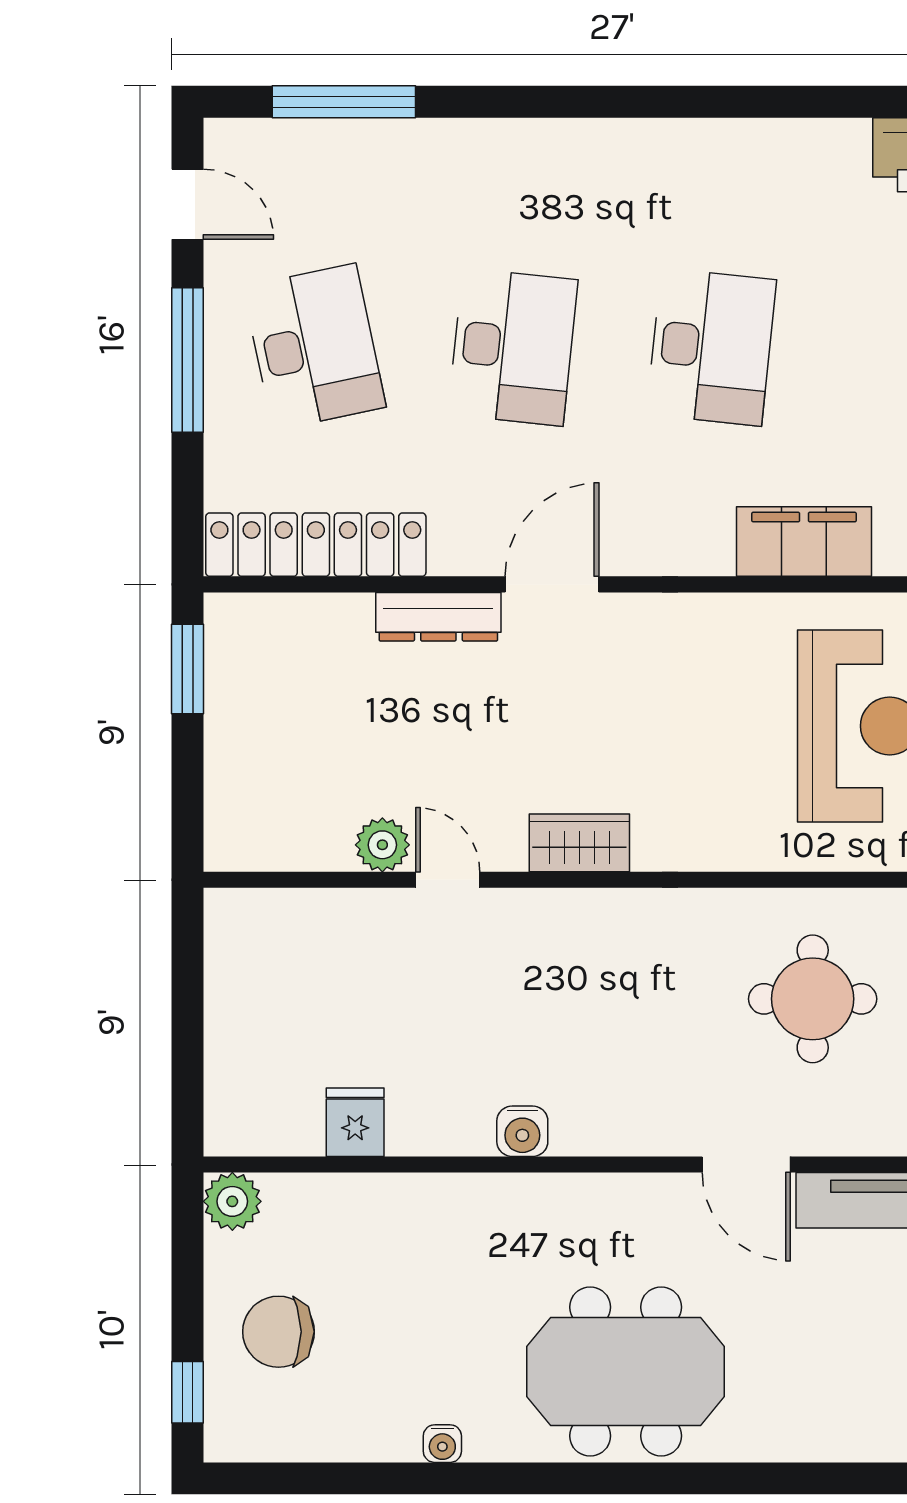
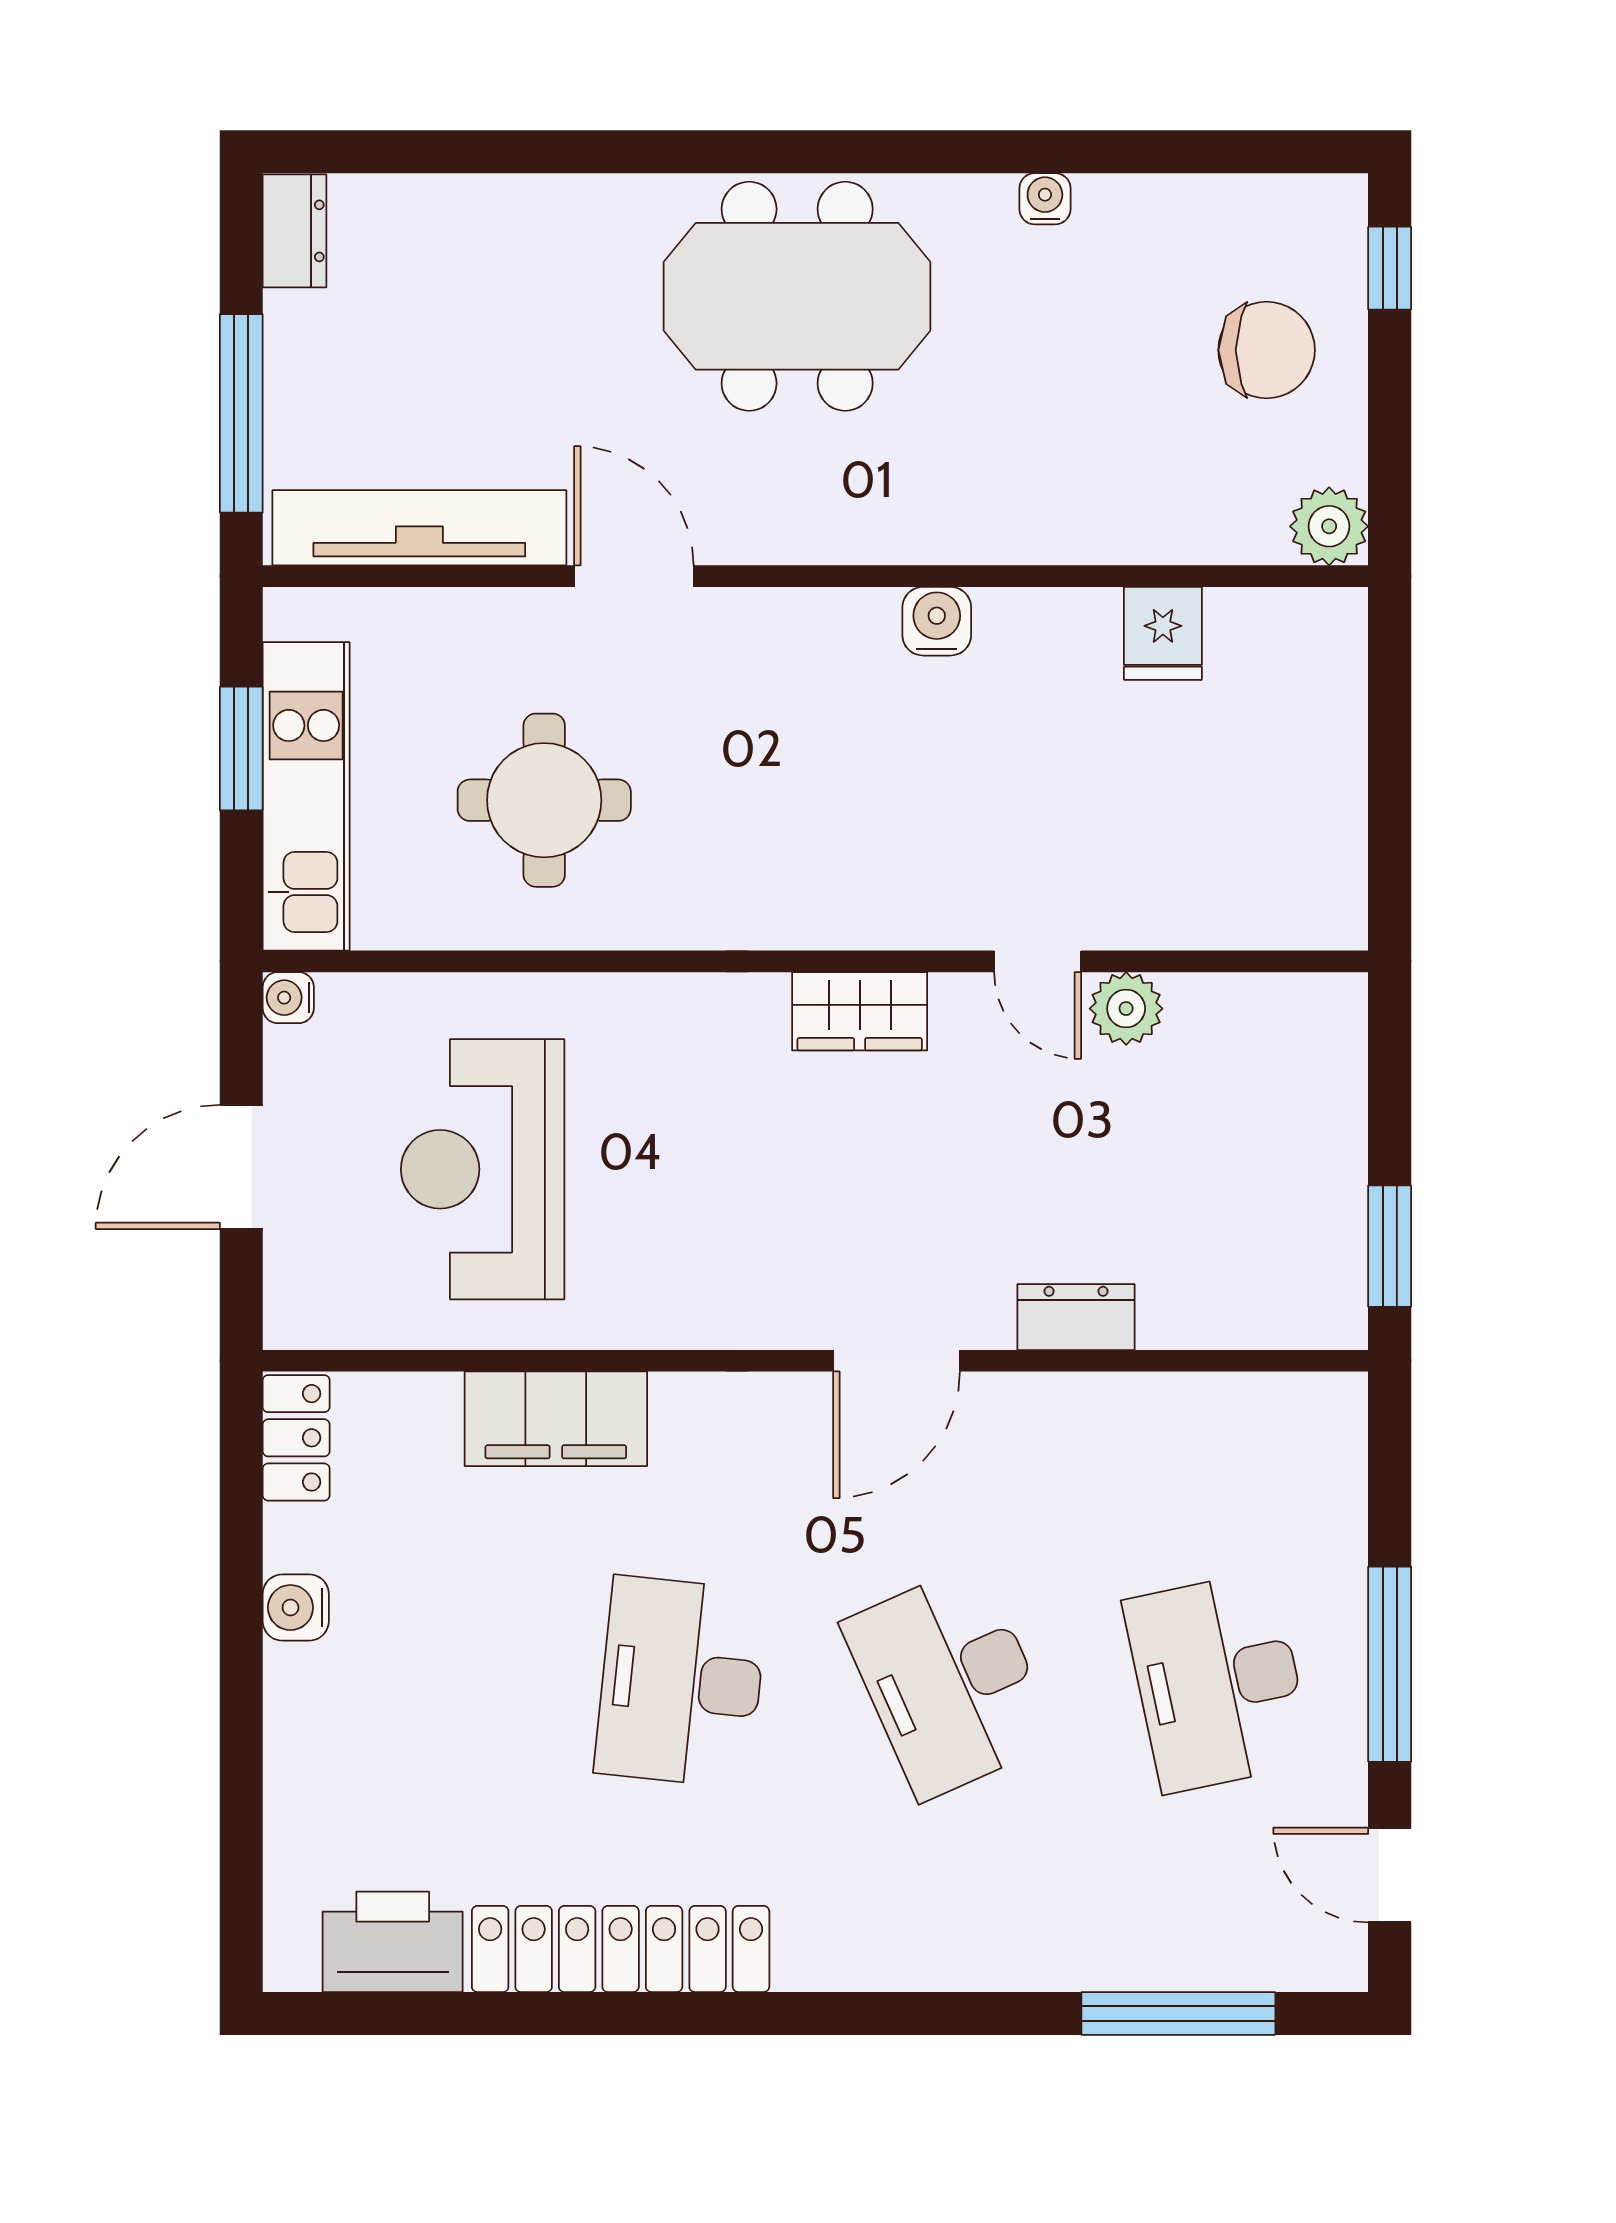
desk: (513, 347) -> (950, 1682), turned -30
locker: (316, 545) -> (621, 1949), moved, turned 180
dresser: (438, 617) -> (1076, 1317), width x0.70

